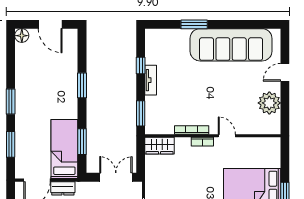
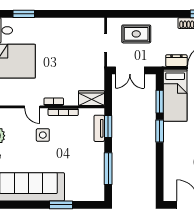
window: (141, 65) -> (108, 169), width x2.17
tv unit: (151, 80) -> (99, 128), moved
window: (82, 85) -> (160, 131), moved
side table: (215, 104) -> (43, 135), added

